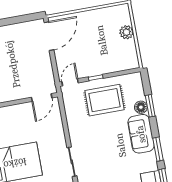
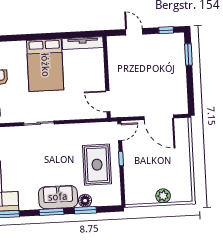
door: (49, 36) -> (159, 117), moved
door: (70, 82) -> (120, 132), hinge flipped
window: (158, 149) -> (51, 212), moved

